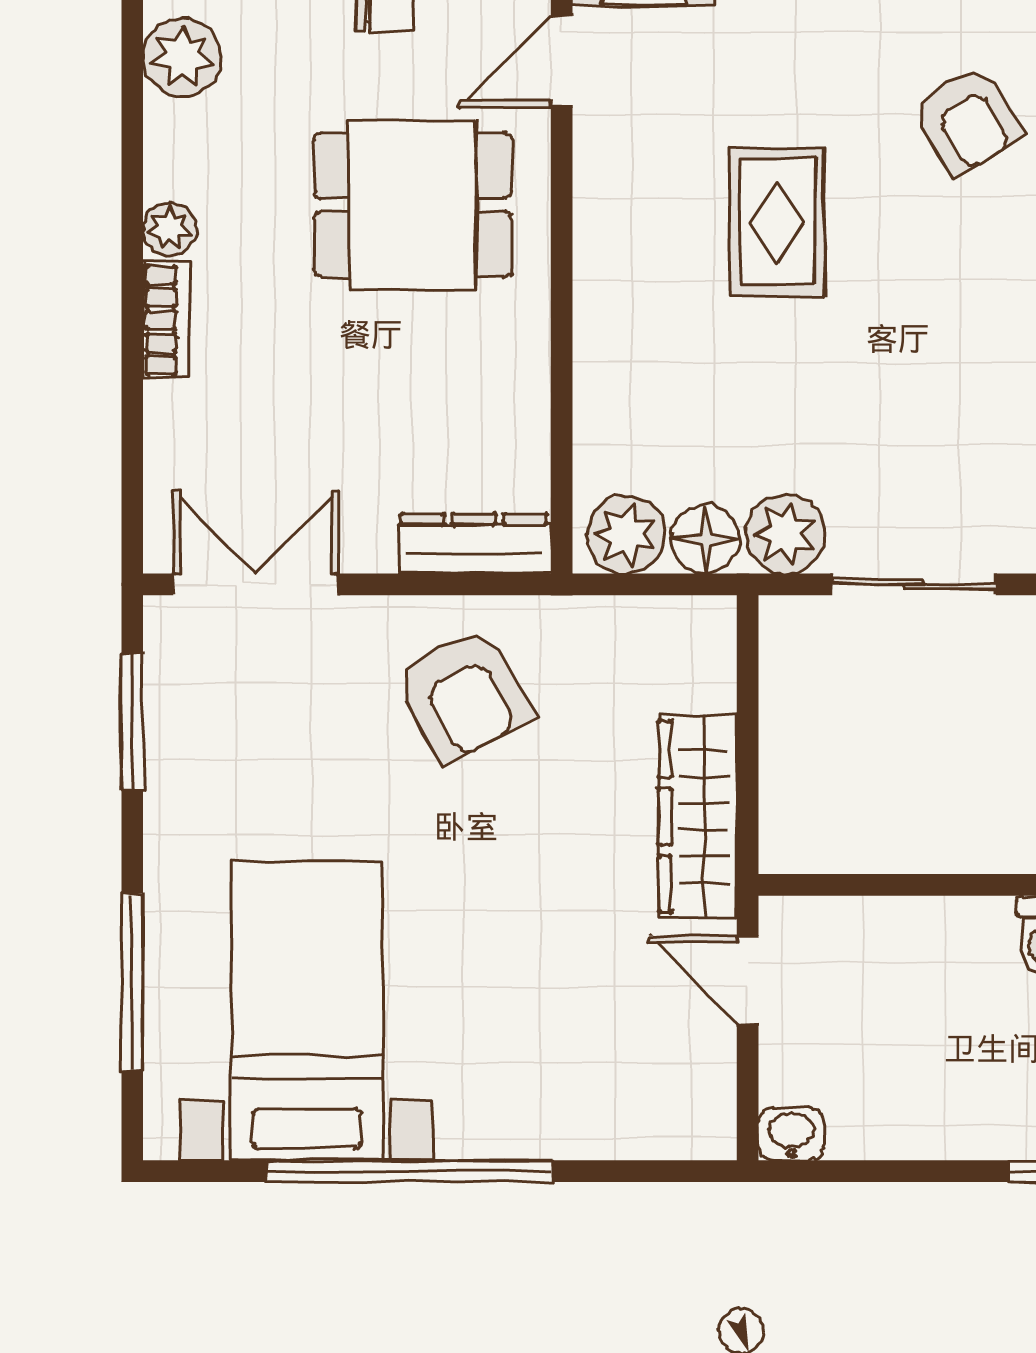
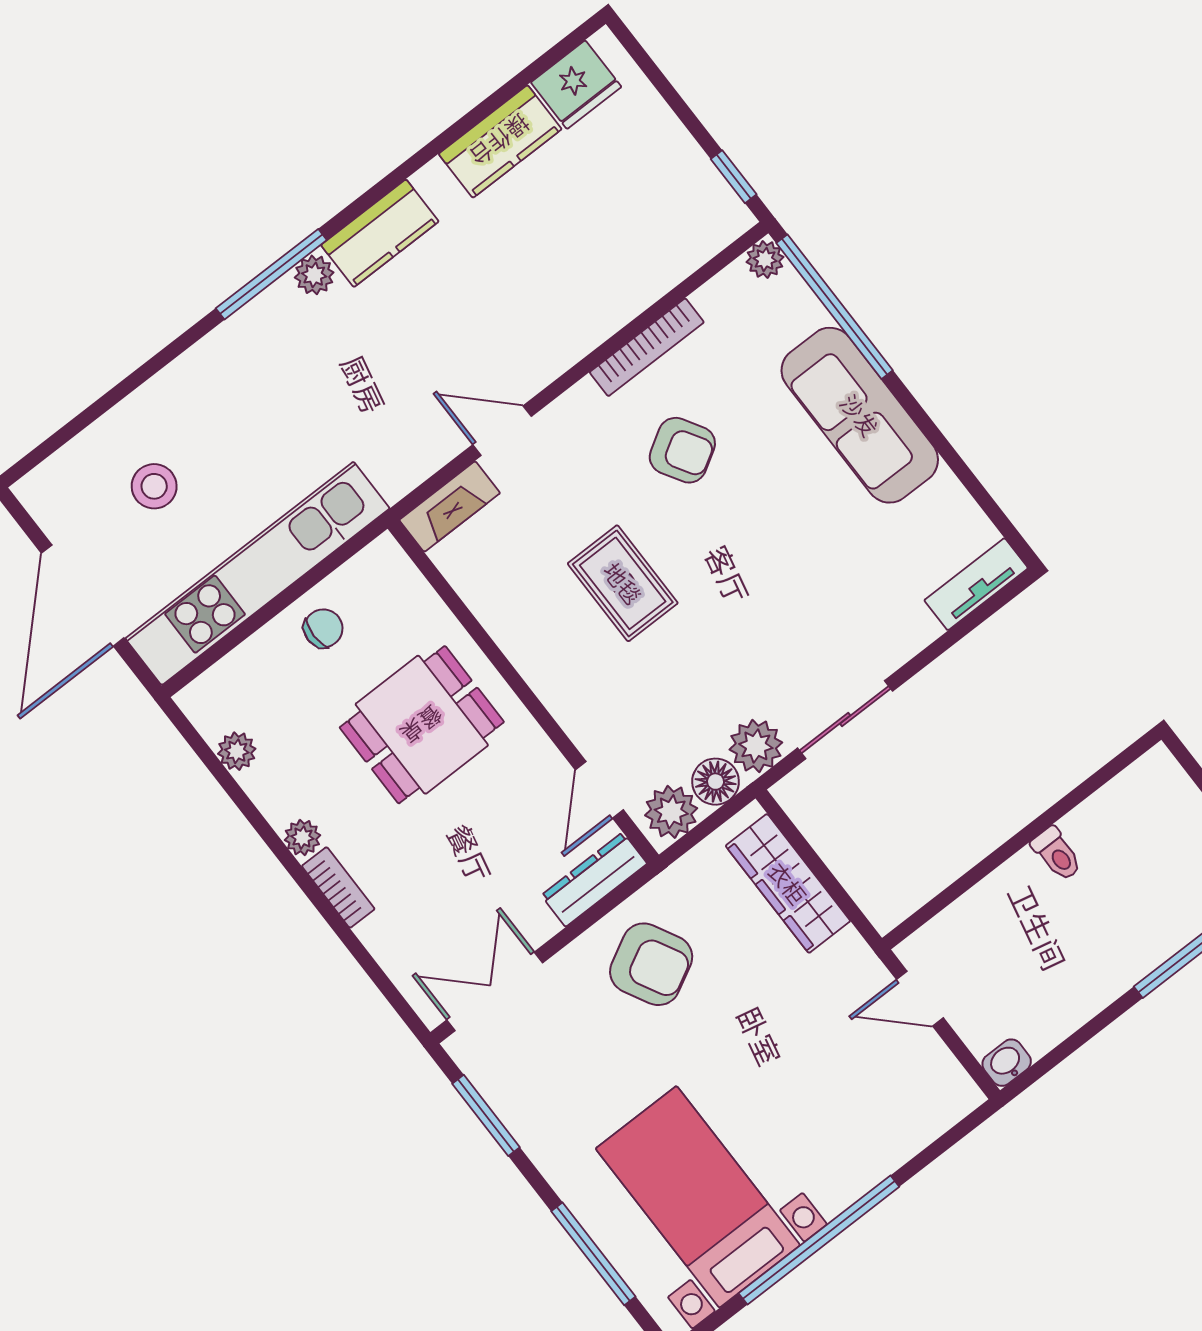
plant: (182, 57) -> (237, 751), width x0.73, depth x0.73
door: (562, 62) -> (599, 790), moved
wardrobe: (698, 817) -> (788, 883), moved

